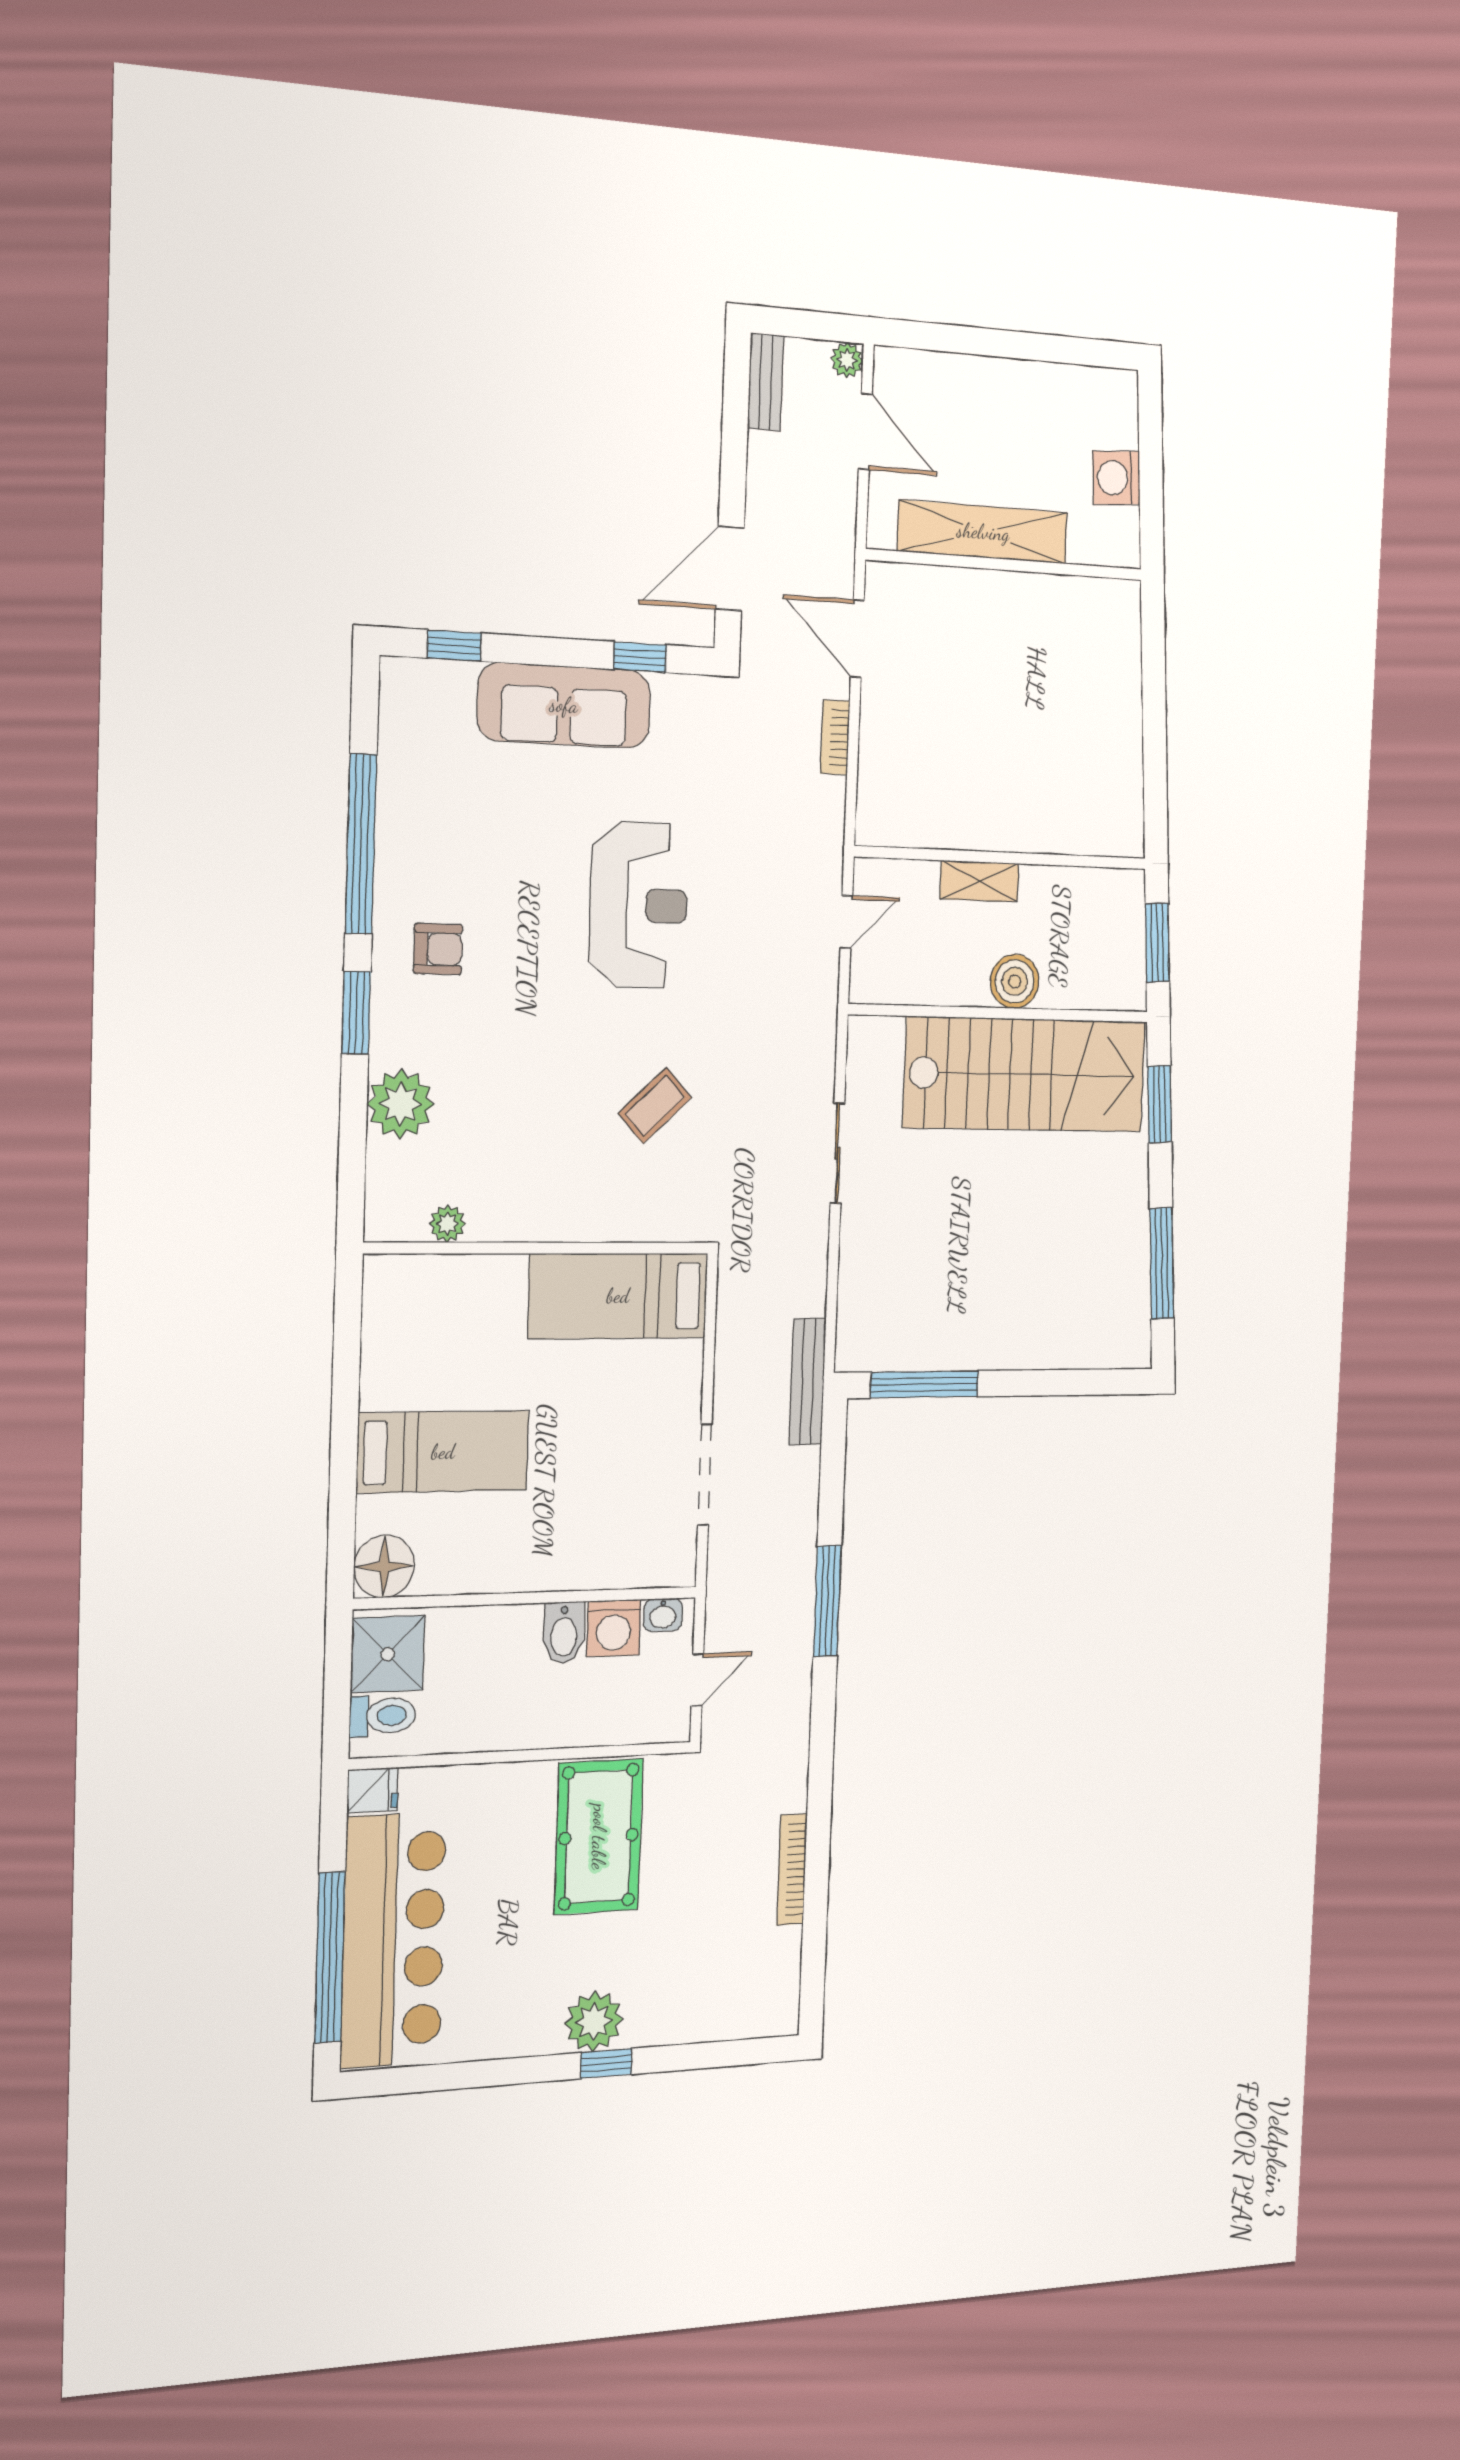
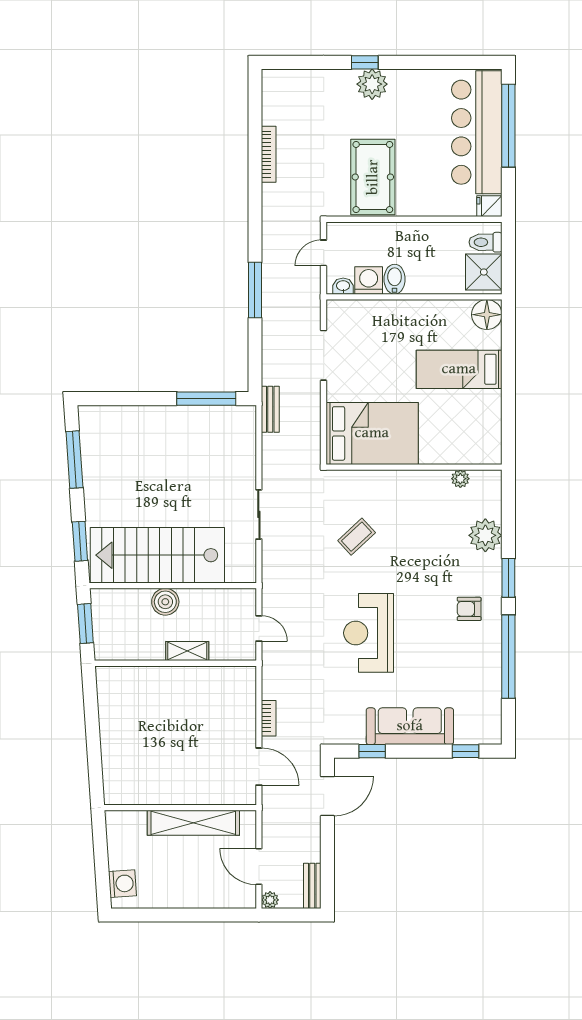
washing machine: (1116, 478) -> (123, 884), moved
door: (846, 922) -> (259, 628), swing flipped
bed: (618, 1296) -> (372, 433), width x1.50
bench: (808, 1381) -> (270, 409), width x0.73

